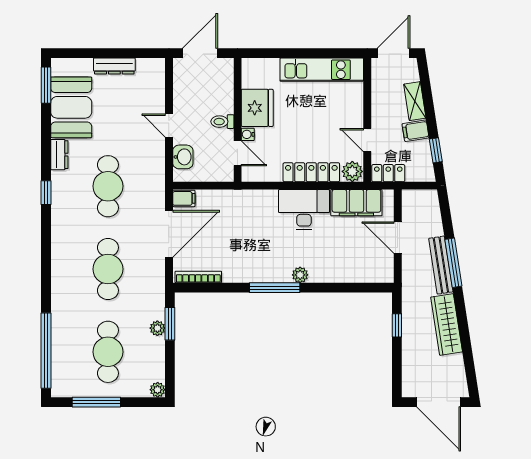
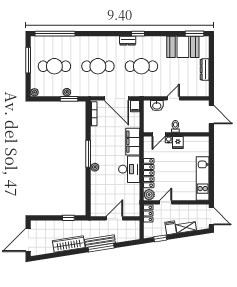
fridge: (257, 108) -> (178, 143), width x0.53, depth x0.75
dresser: (59, 155) -> (128, 41), moved
filing cabinet: (356, 203) -> (133, 142), moved

